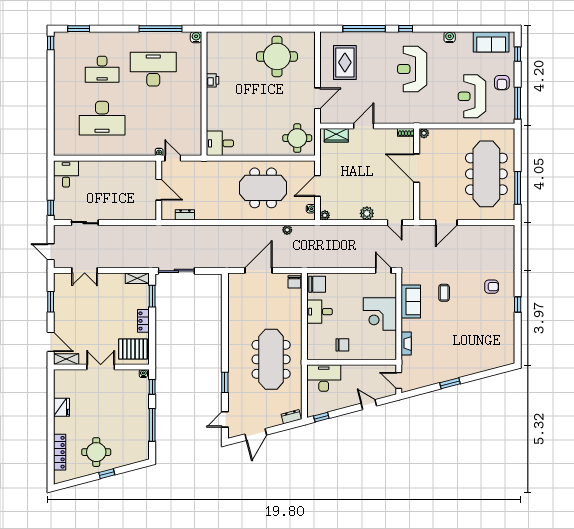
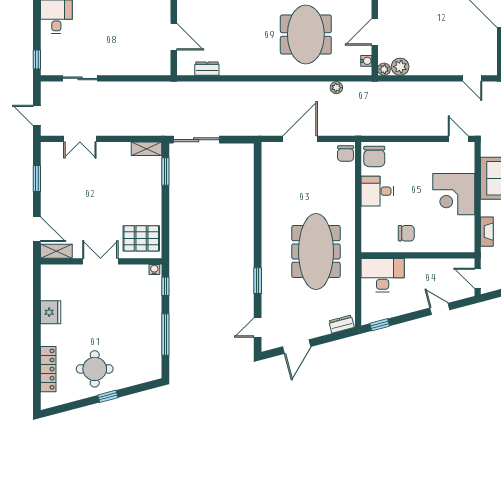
meeting table: (263, 188) -> (306, 34), turned 90
plant: (367, 213) -> (400, 67), moved
chair: (317, 284) -> (374, 156), turned 90
locker: (143, 321) -> (154, 203), removed

